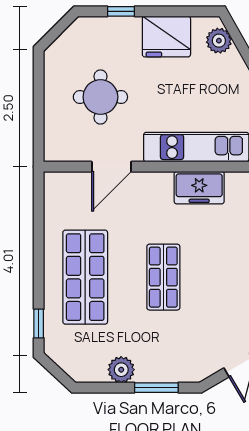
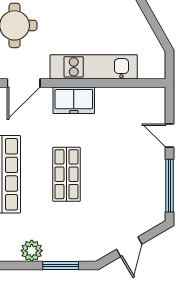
freezer: (199, 188) -> (74, 100), moved

